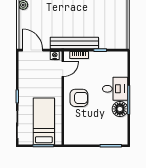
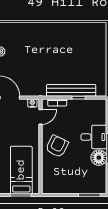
bench: (74, 43) -> (71, 90), moved
armchair: (79, 98) -> (57, 146), turned -64

